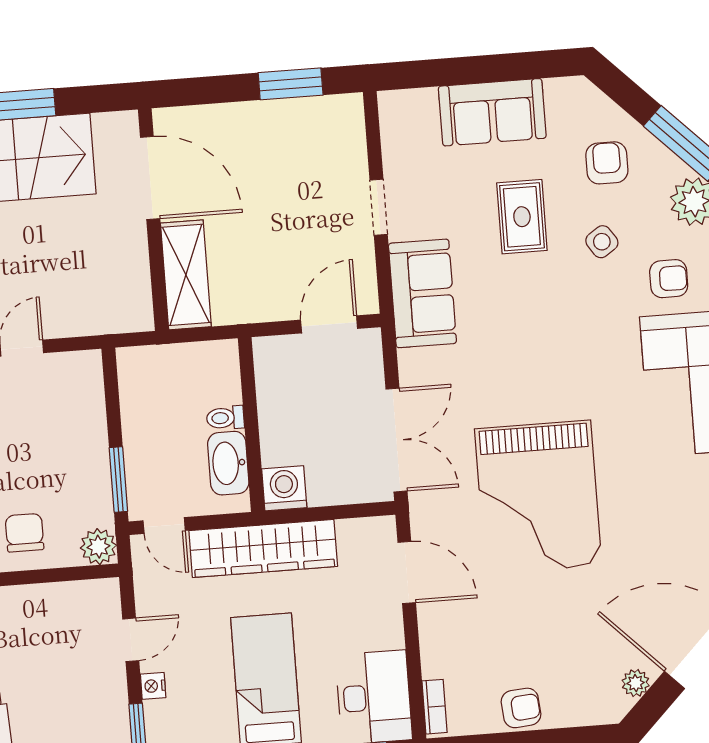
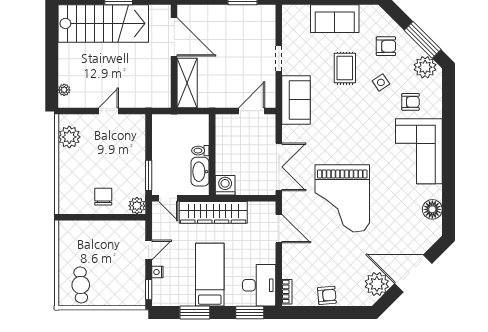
armchair: (607, 163) -> (386, 46), turned 90
plant: (636, 683) -> (377, 284), width x1.87, depth x1.87

